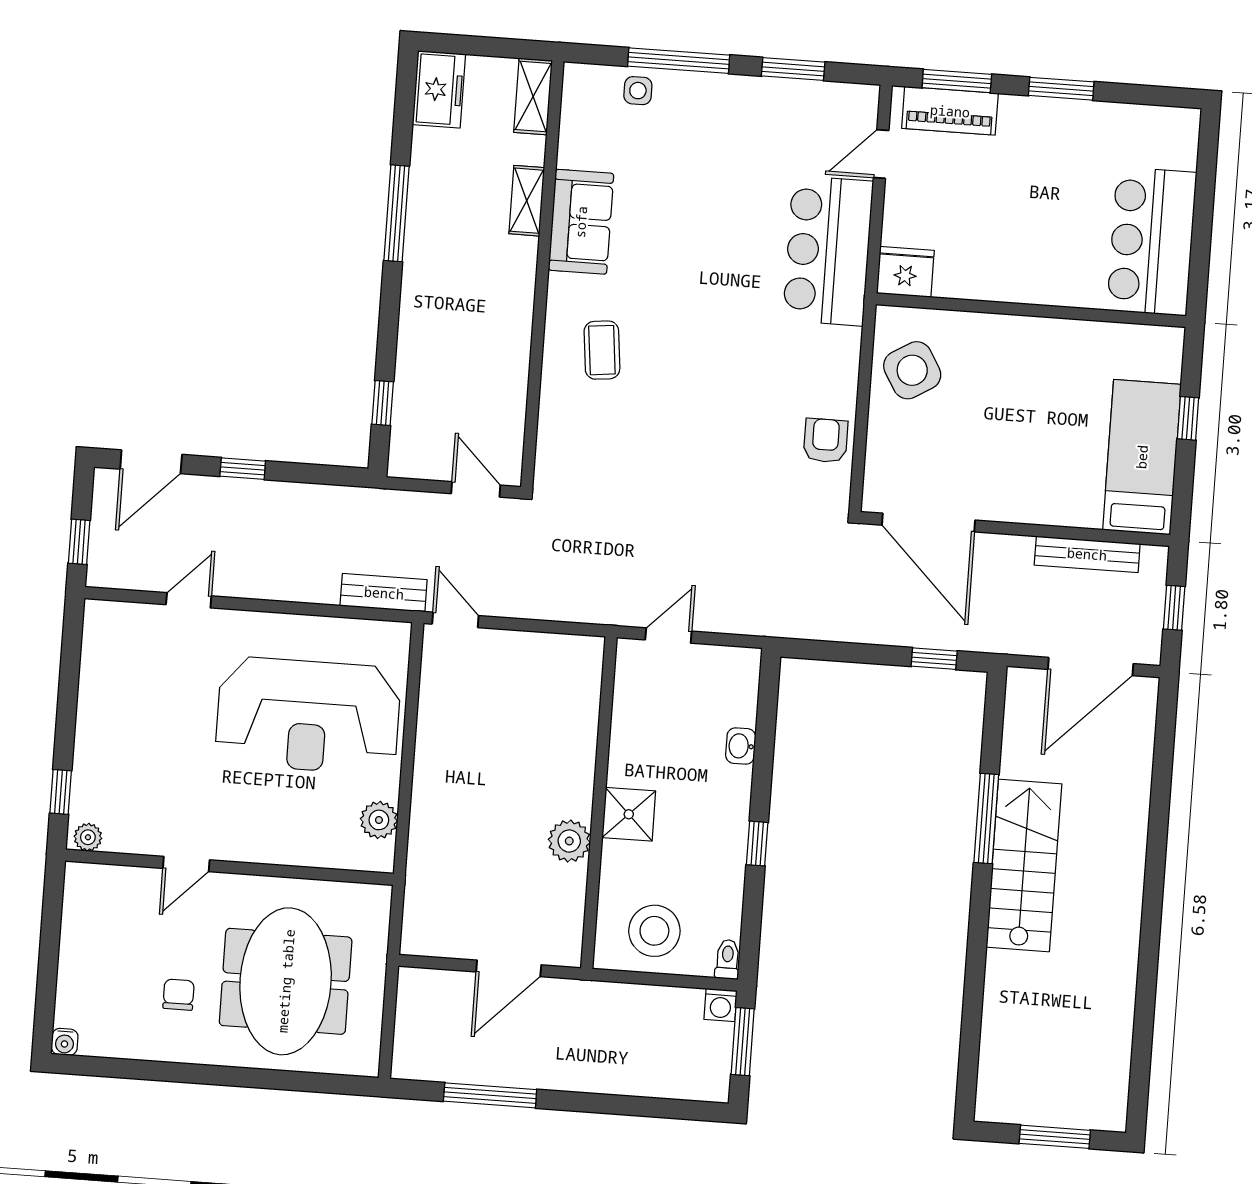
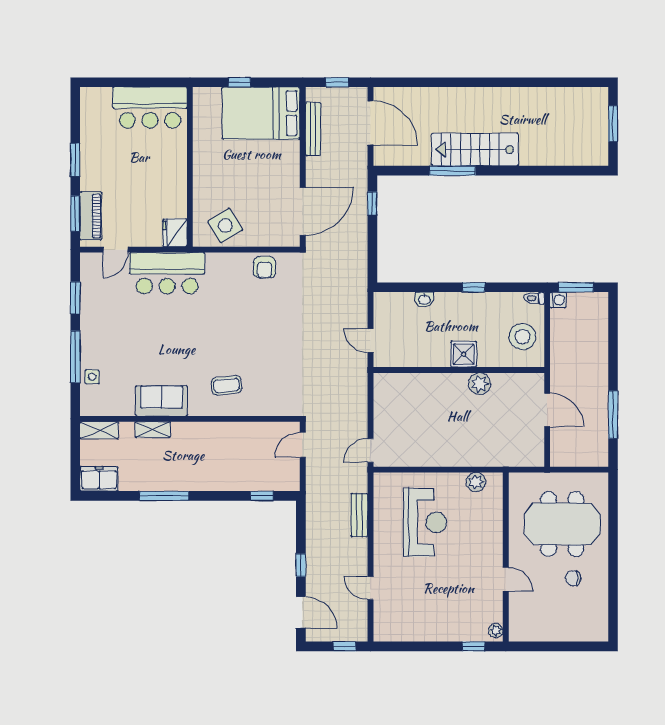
door: (881, 154) -> (115, 250), hinge flipped
armchair: (826, 441) -> (265, 267), turned -90
bed: (1142, 457) -> (261, 113), width x1.50
bench: (384, 593) -> (359, 515), moved
reception desk: (308, 716) -> (425, 522), width x0.74, depth x0.77
water cooler: (65, 1042) -> (602, 635), removed

